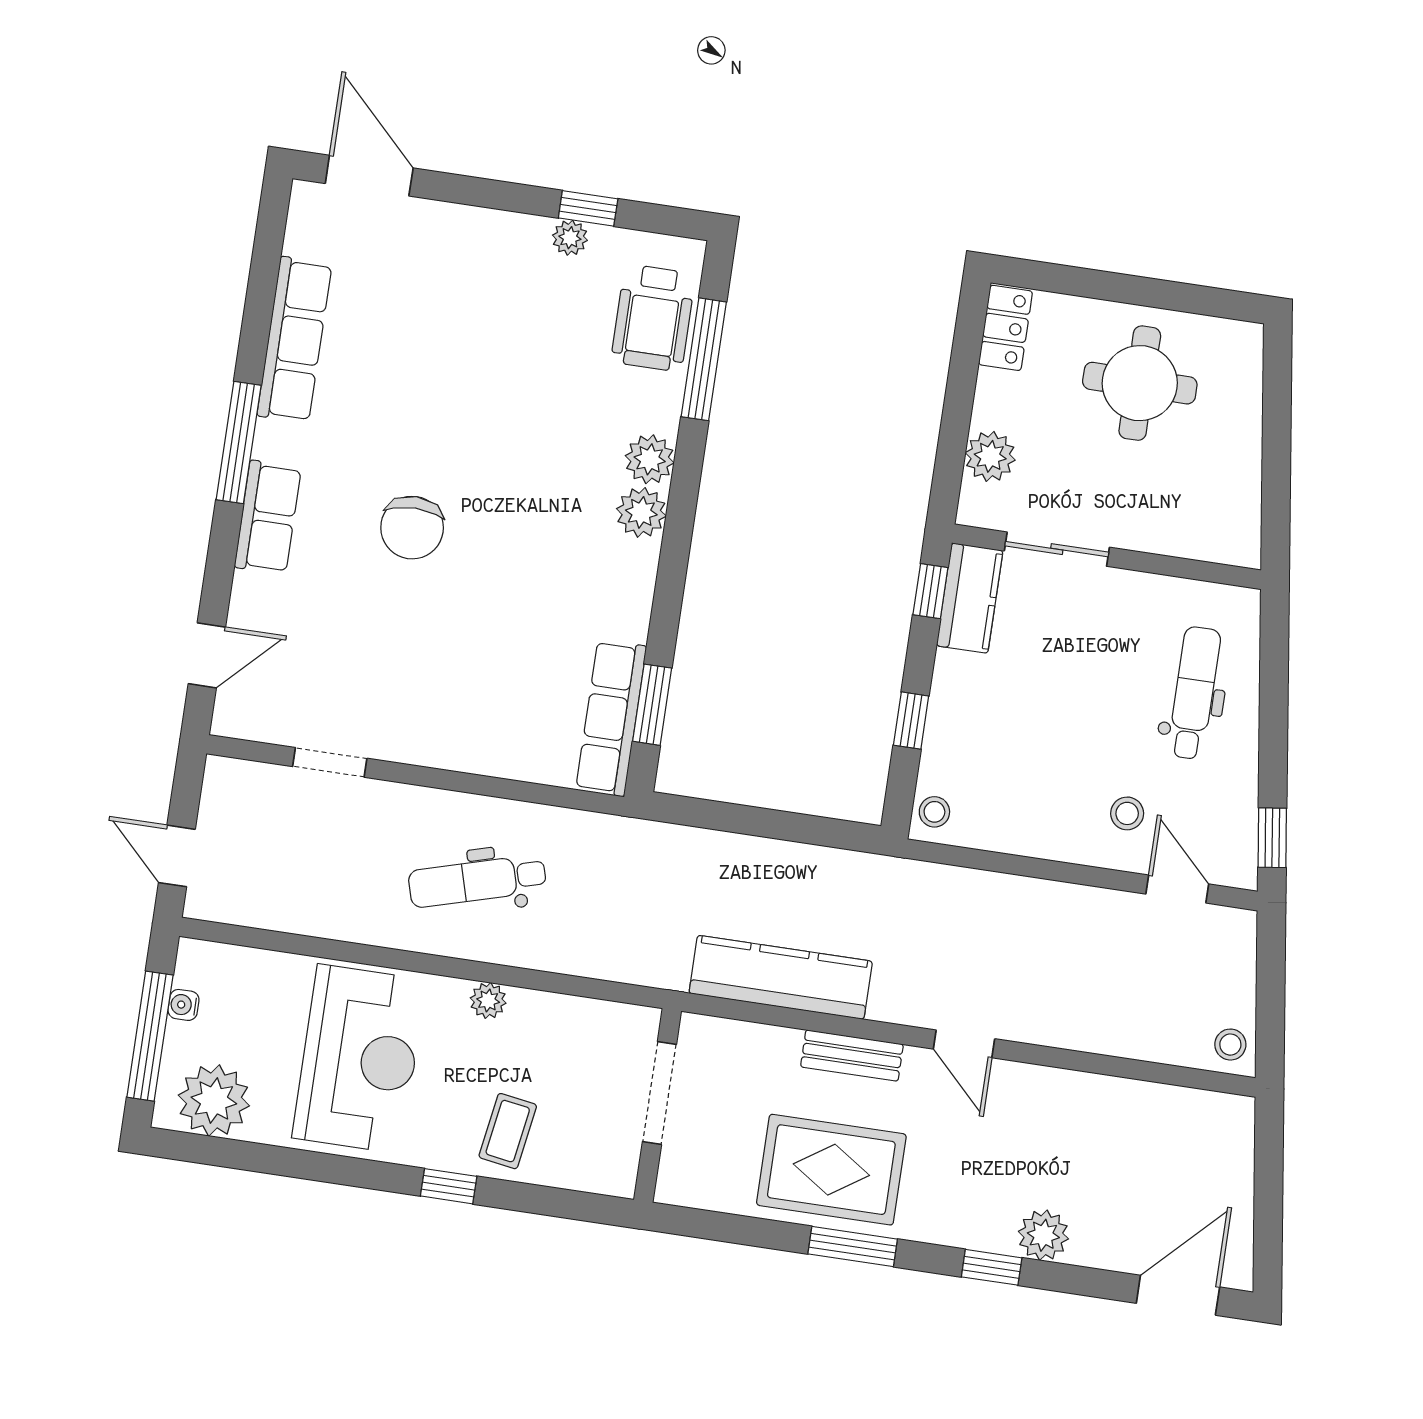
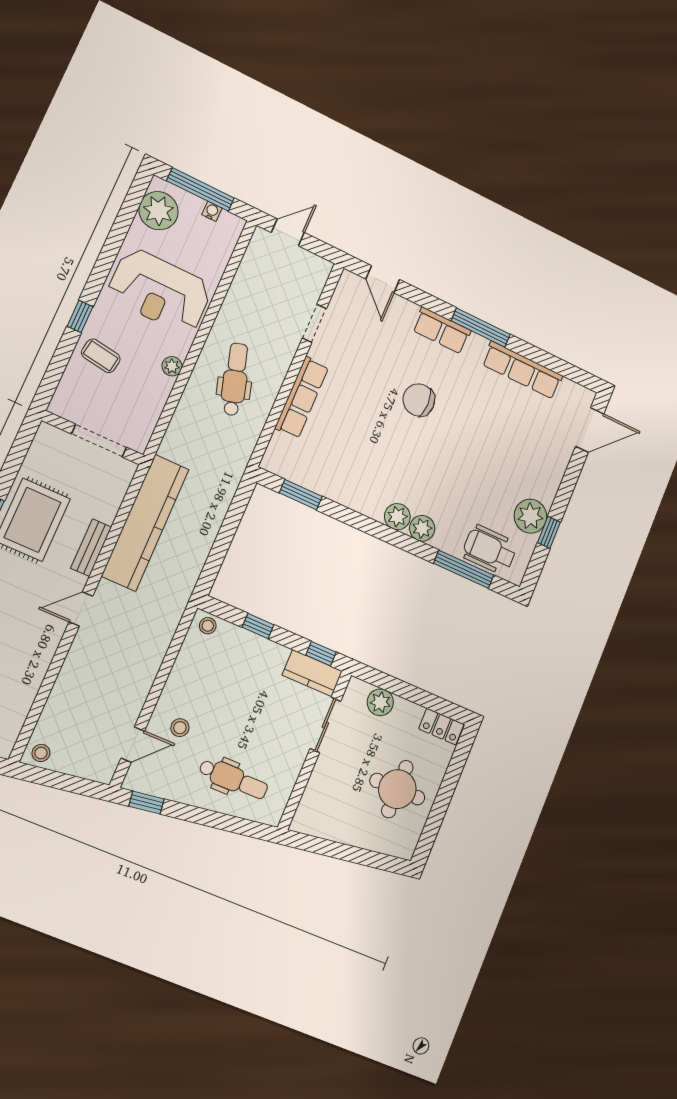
plant: (570, 238) -> (530, 516), width x1.87, depth x1.87
row of seats: (611, 718) -> (302, 397), moved, turned 90
kitchen counter: (781, 977) -> (145, 523), width x1.39, depth x1.17

